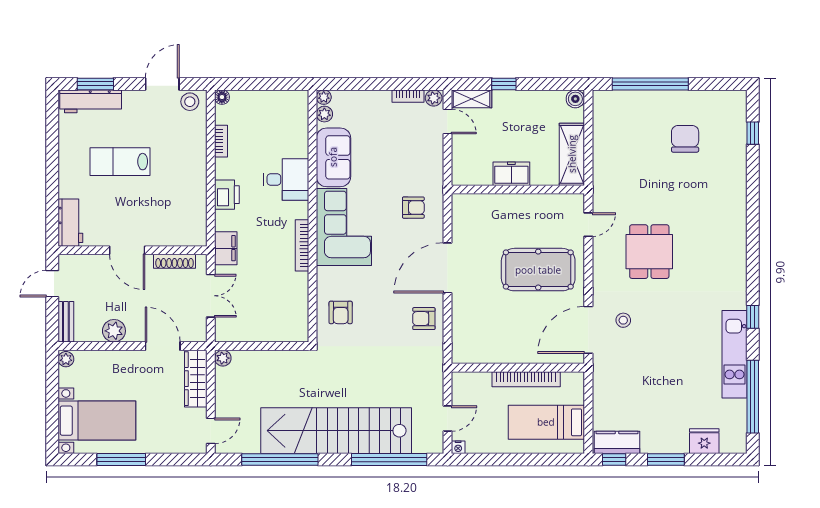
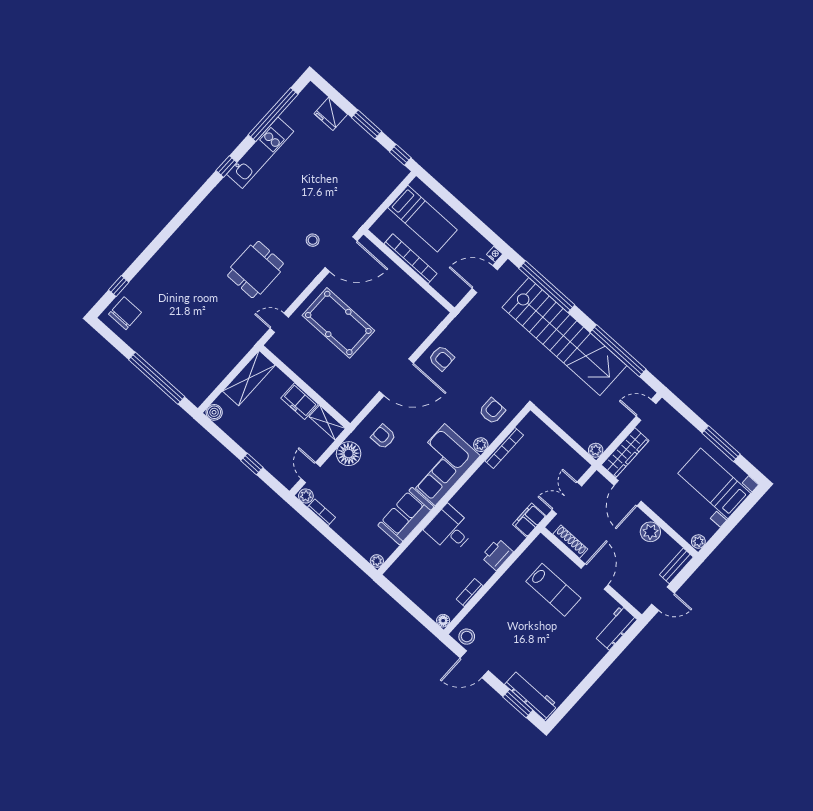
shelving: (471, 99) -> (327, 423), moved
plant: (324, 114) -> (481, 445), moved
chair: (685, 139) -> (125, 313), moved, turned 180
lab bench: (120, 162) -> (553, 590), moved
floor lamp: (430, 167) -> (349, 454), added
bookcase: (302, 245) -> (504, 448), moved
door: (447, 419) -> (485, 279), width x1.38
kitchen counter: (617, 442) -> (388, 164), removed

